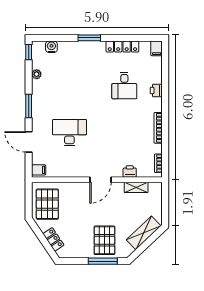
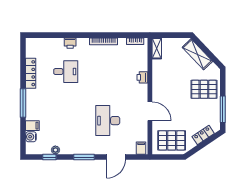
window: (89, 38) -> (23, 103), width x1.44
filing cabinet: (156, 48) -> (32, 126), moved
window: (29, 52) -> (49, 157), moved
printer: (130, 171) -> (142, 77), moved
door: (101, 180) -> (150, 111), moved
shelving: (136, 187) -> (157, 48), moved
window: (103, 261) -> (223, 109), moved

